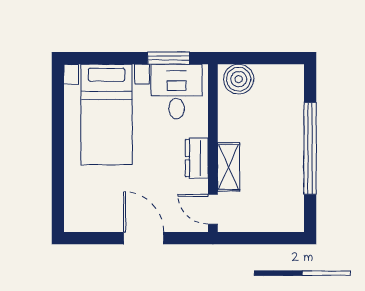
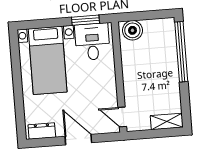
window: (310, 148) -> (181, 52), moved
dresser: (197, 158) -> (42, 131), moved, turned 90
shelving: (229, 167) -> (167, 121), moved, turned 90

